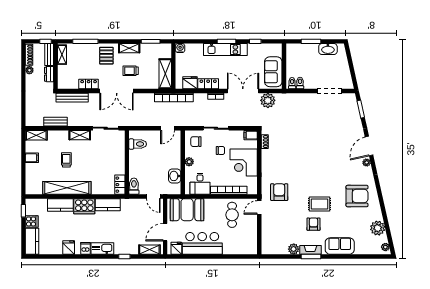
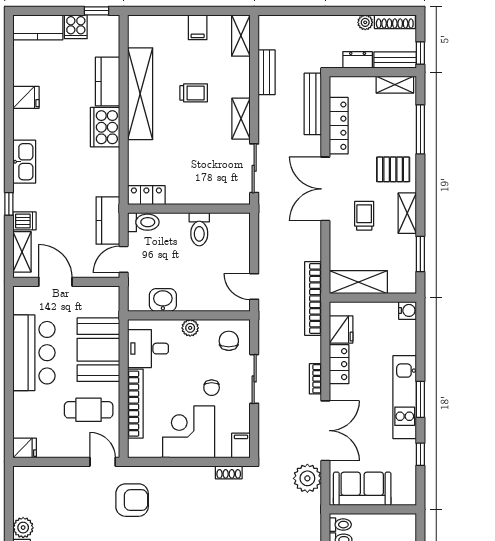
locker: (89, 84) -> (339, 126), width x1.53
toilet: (138, 144) -> (199, 229), moved
kitchen counter: (108, 205) -> (108, 221), moved
booth: (187, 210) -> (98, 350), moved
dishwasher: (86, 248) -> (24, 221), moved
fridge: (176, 248) -> (25, 448), moved

